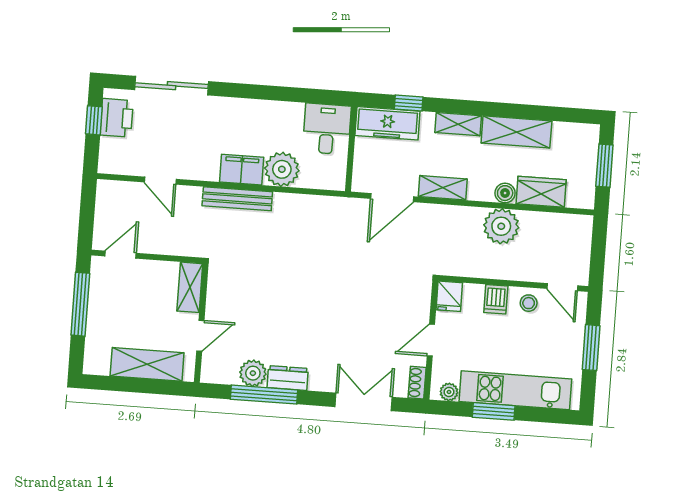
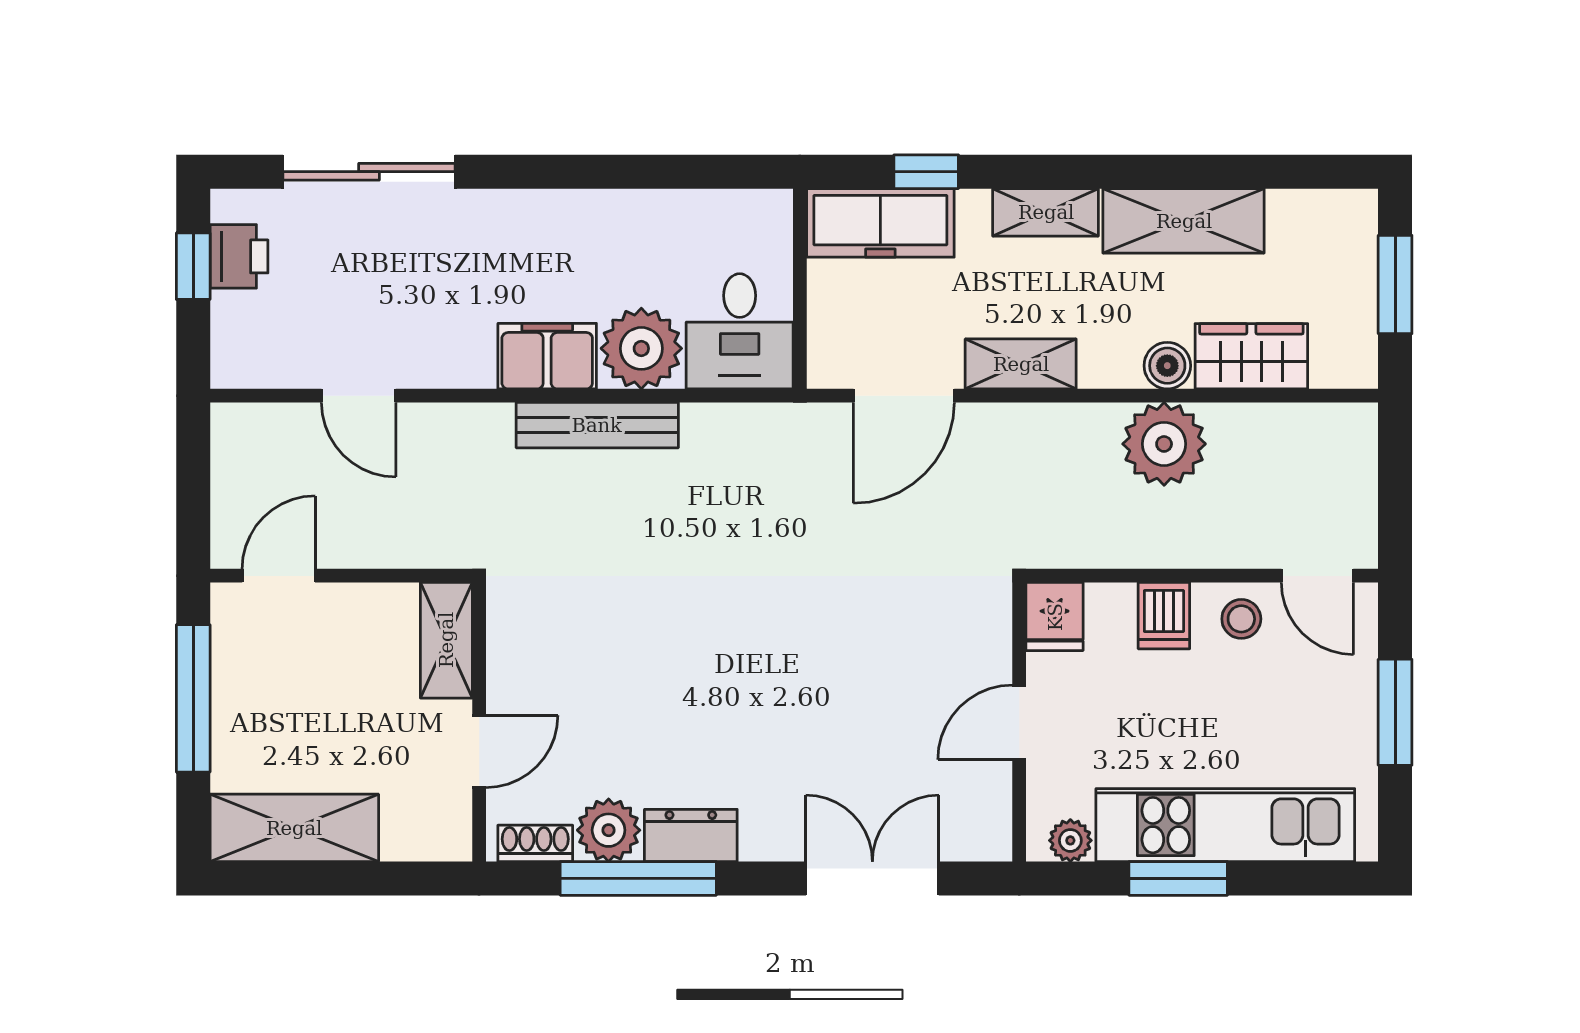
printer: (117, 118) -> (239, 256), width x0.73, depth x0.81
desk: (327, 129) -> (740, 331), moved, turned 180
bench: (237, 199) -> (597, 425), moved
shelving: (147, 364) -> (294, 828), moved
shoe rack: (417, 383) -> (535, 843), moved, turned 90

